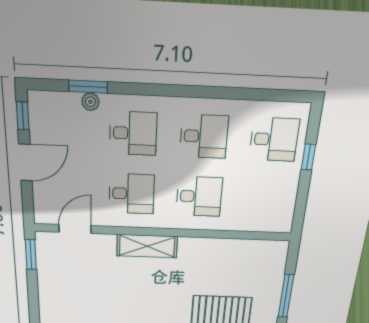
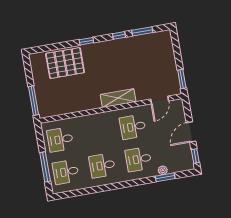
window: (308, 157) -> (45, 167), width x2.17
desk: (199, 196) -> (60, 140), moved
window: (286, 296) -> (33, 101), moved

